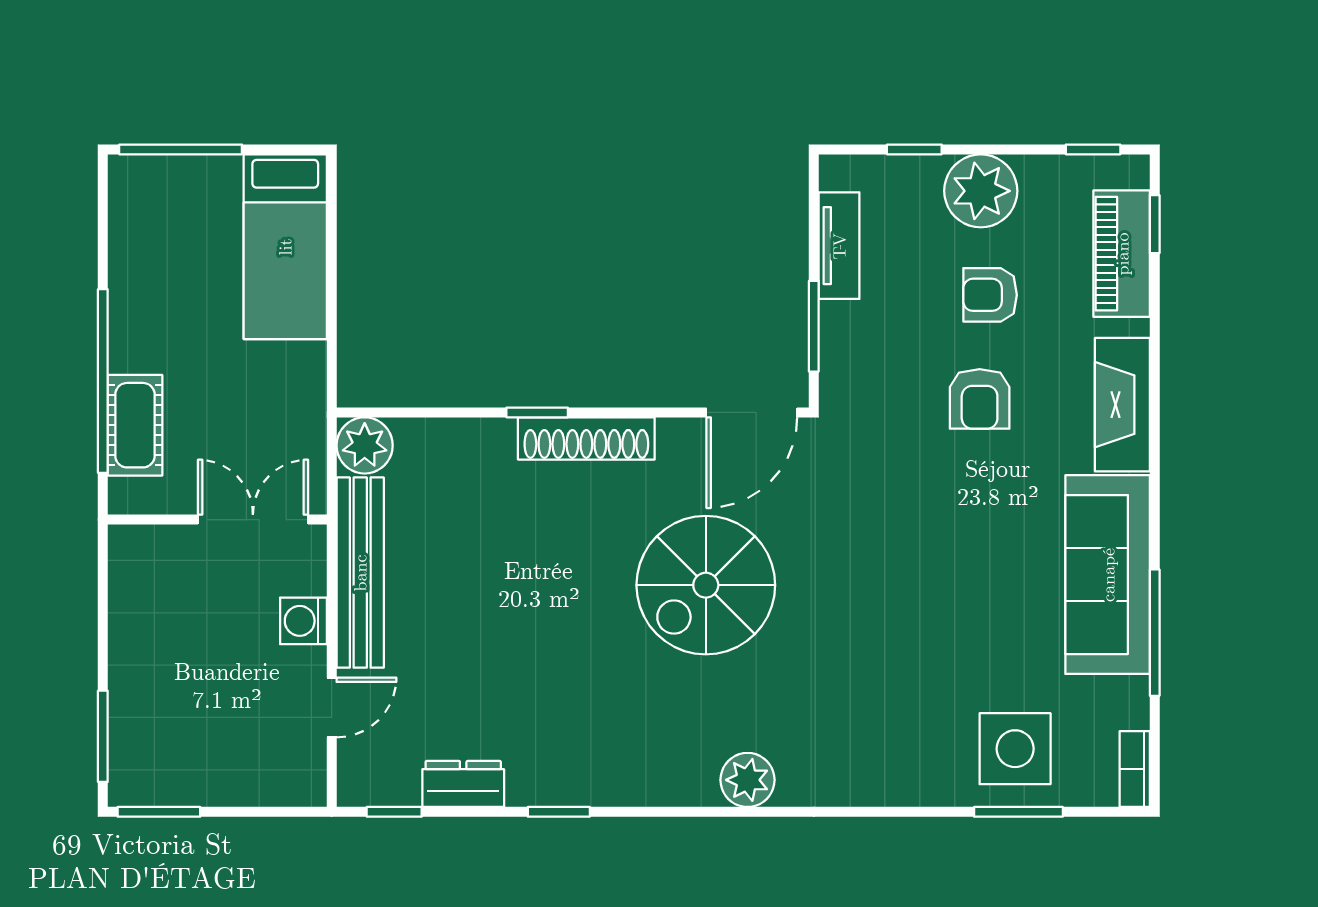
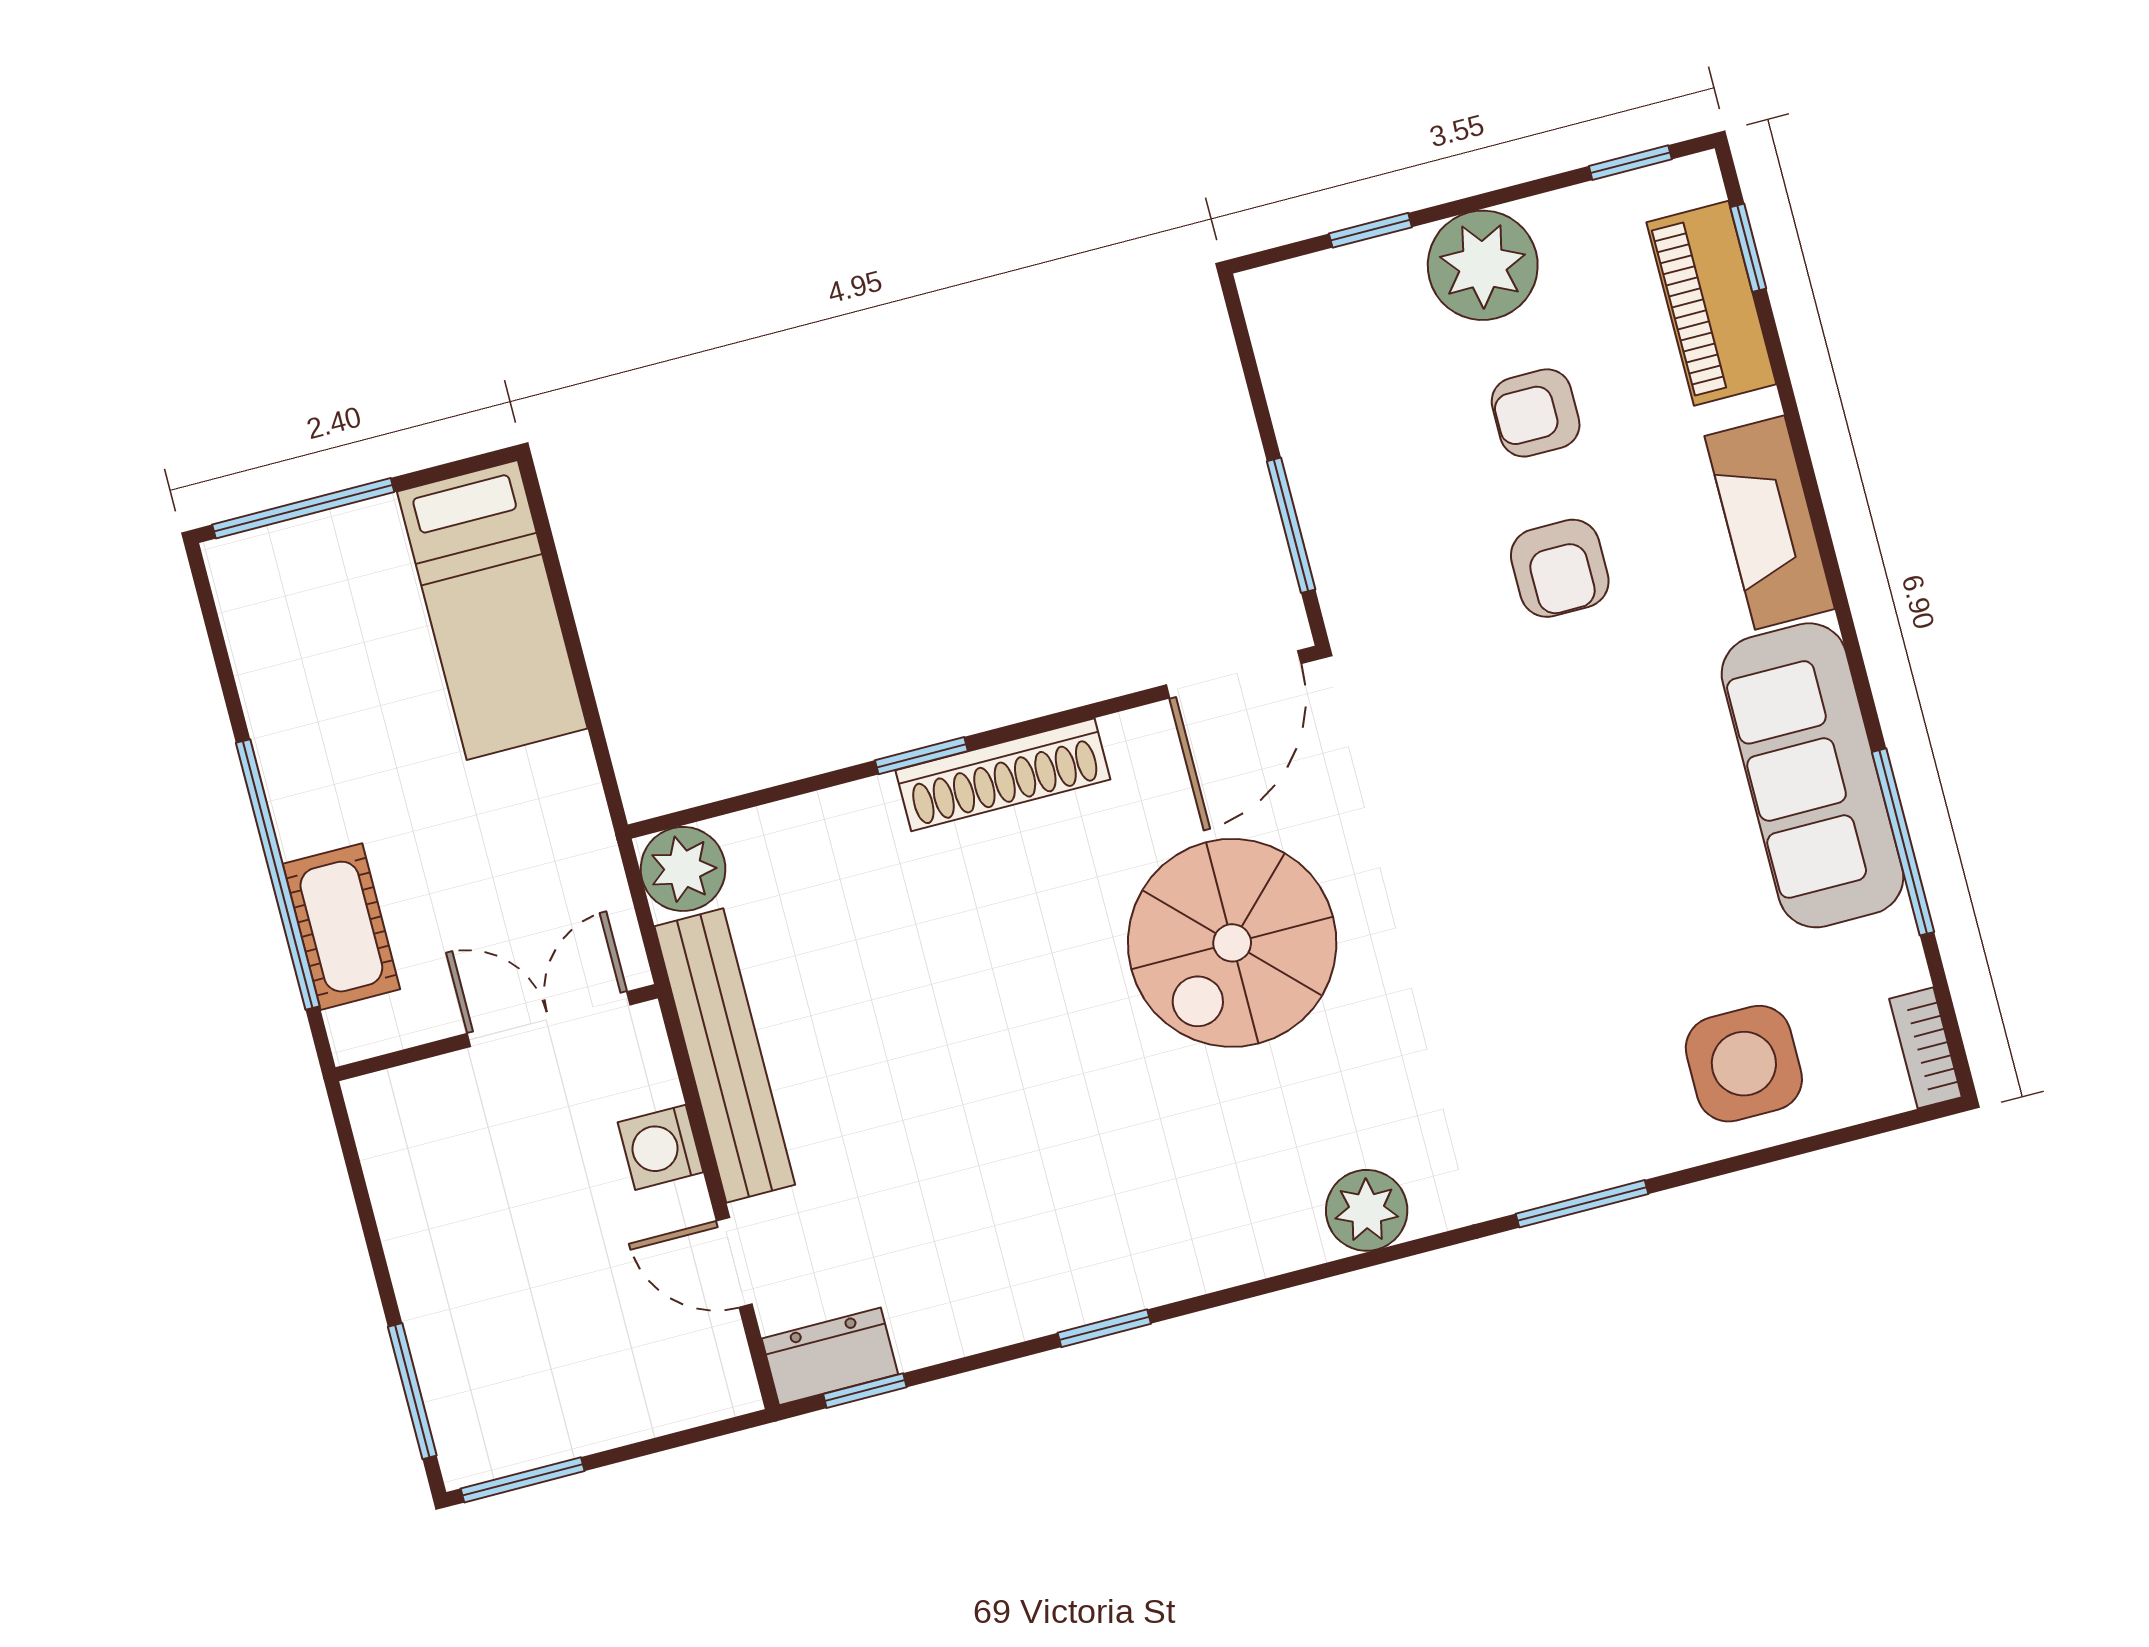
tv unit: (839, 246) -> (1297, 399), removed
door: (332, 707) -> (734, 1263), swing flipped
dresser: (463, 784) -> (830, 1356), moved
window: (1018, 812) -> (1582, 1204), moved

